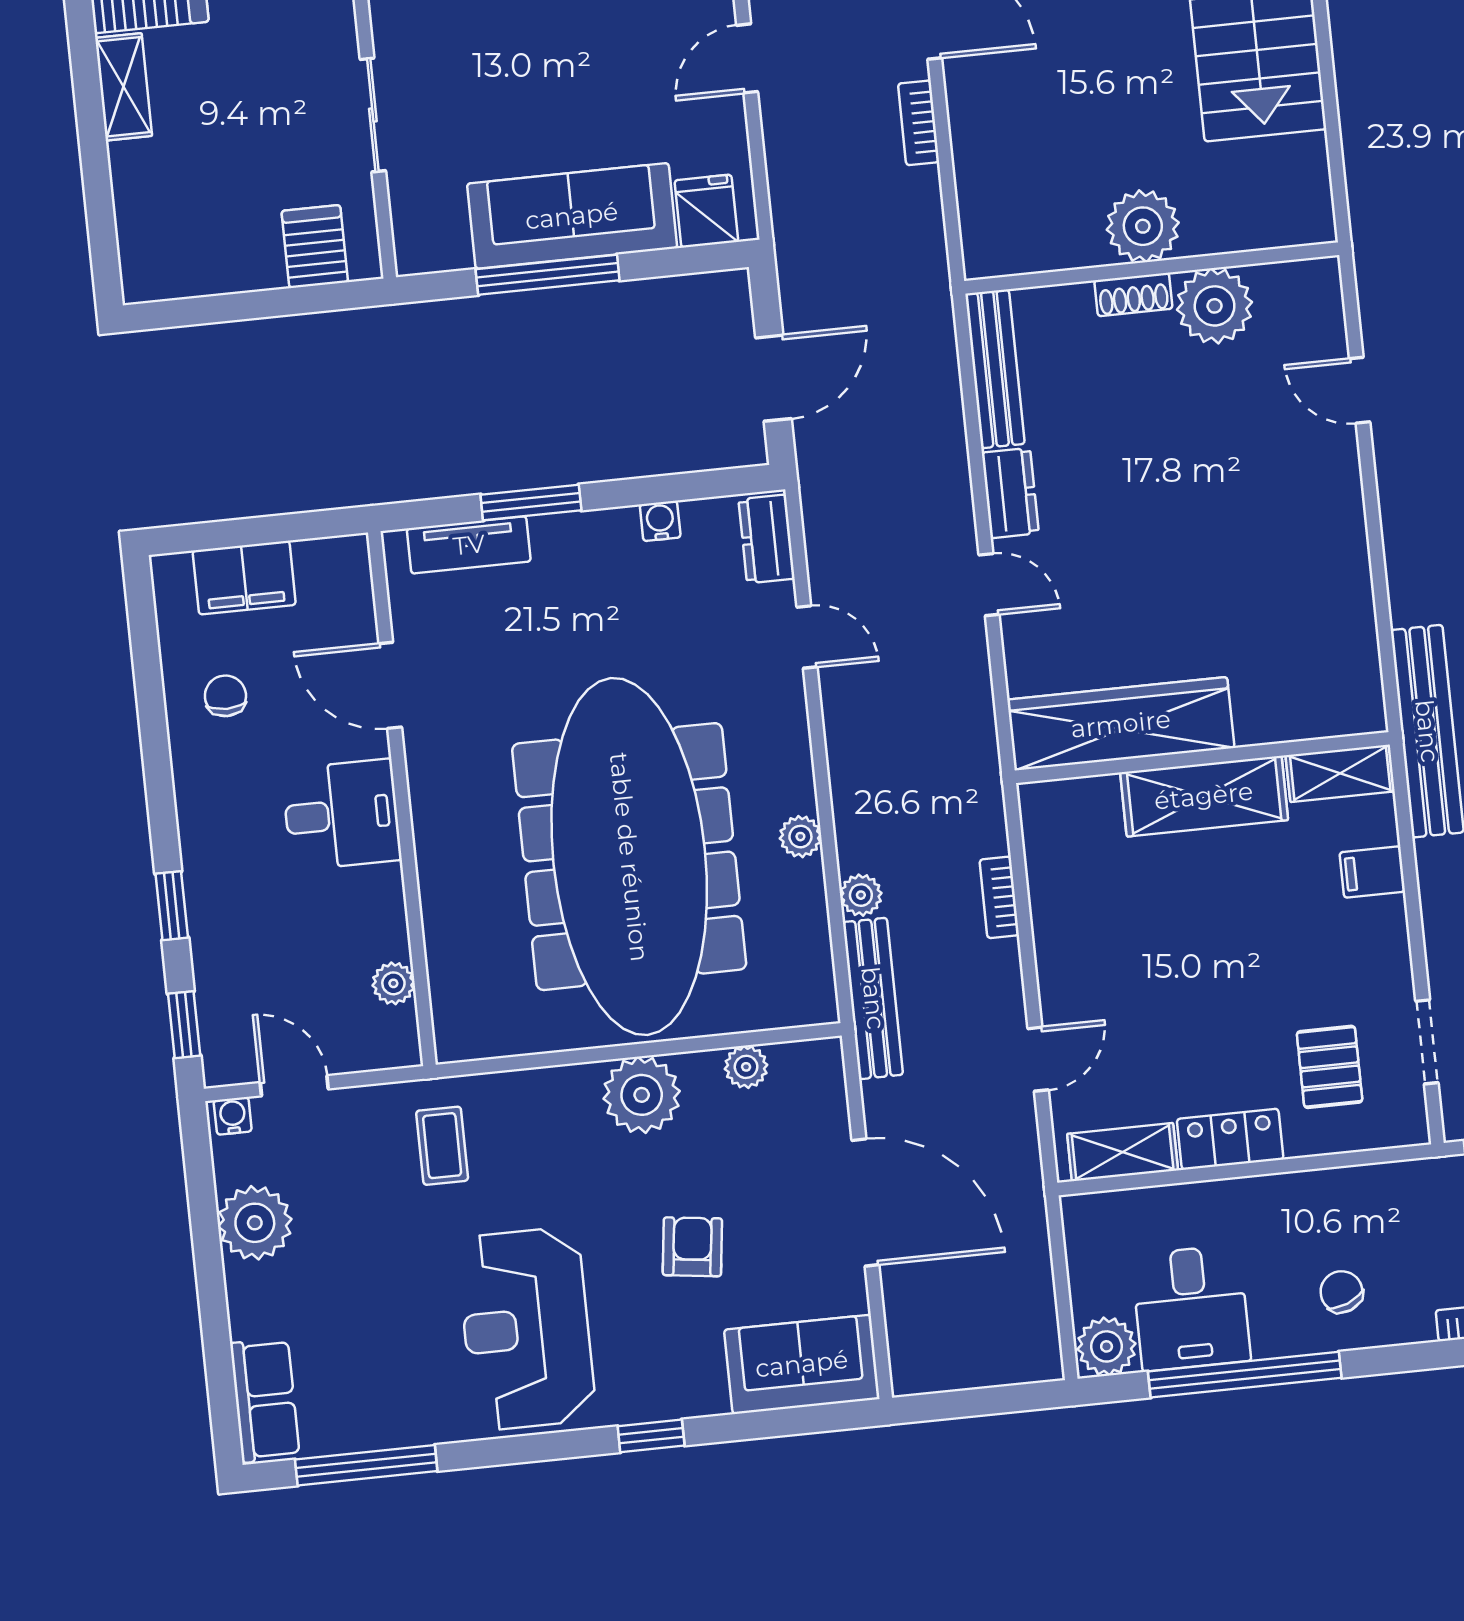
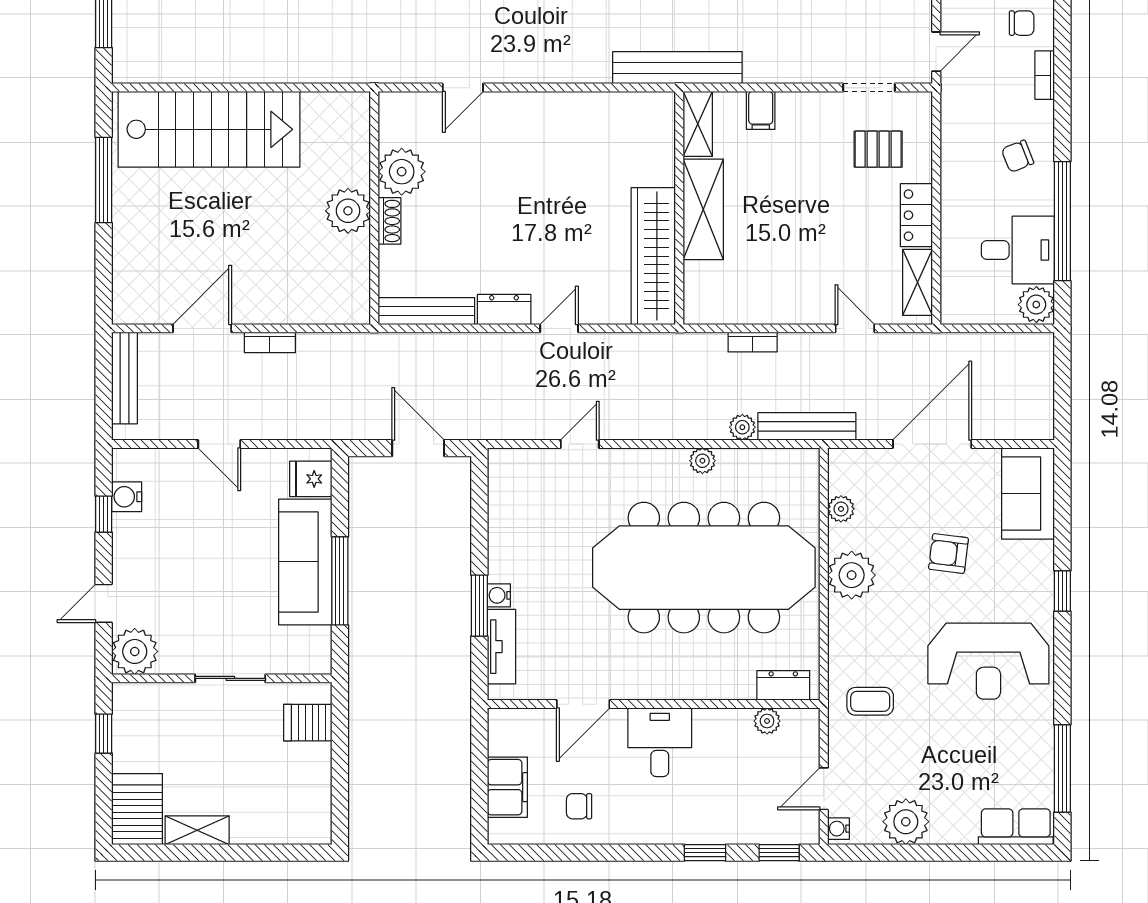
water cooler: (660, 521) -> (499, 595), moved
dresser: (767, 539) -> (783, 685), moved, turned 180

